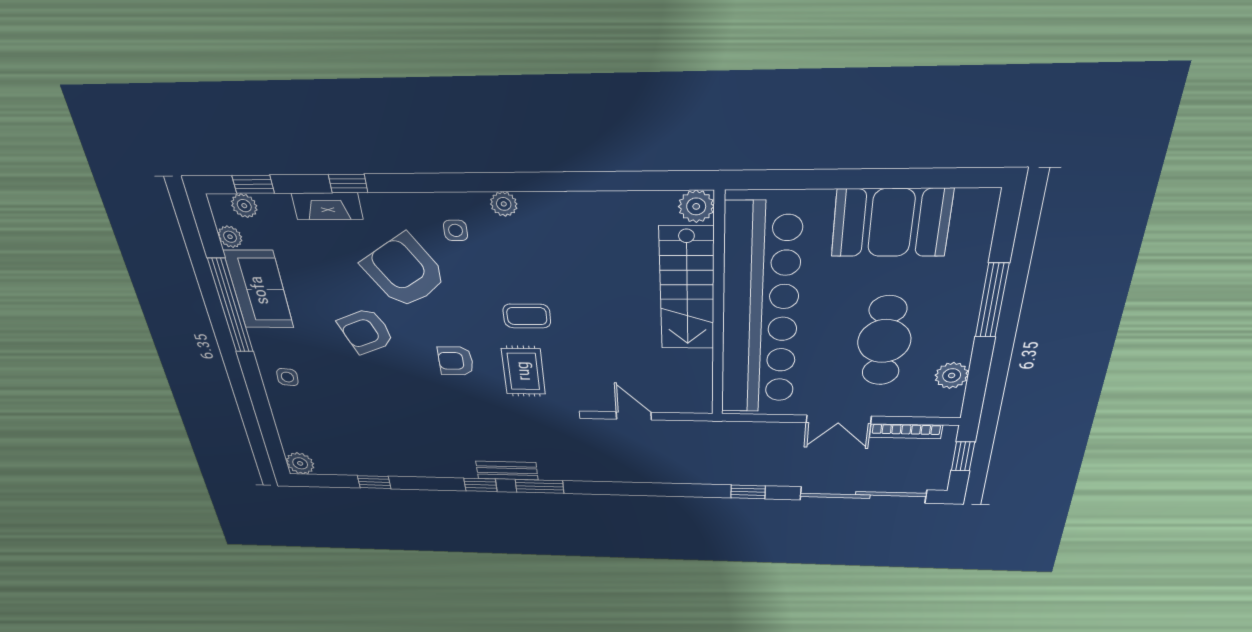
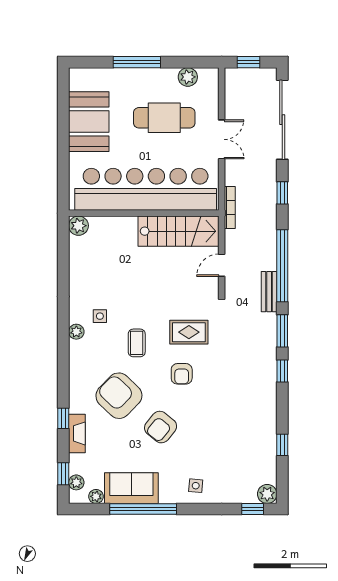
side table: (456, 230) -> (100, 316), moved
armchair: (404, 272) -> (119, 396), turned 77
stairs: (687, 289) -> (179, 231), moved
coffee table: (527, 316) -> (137, 343), moved
armchair: (366, 331) -> (161, 427), turned 61
bookcase: (906, 431) -> (230, 207), moved
window: (274, 446) -> (253, 509), added
bench: (507, 471) -> (269, 292), moved
window: (637, 489) -> (282, 266), added

